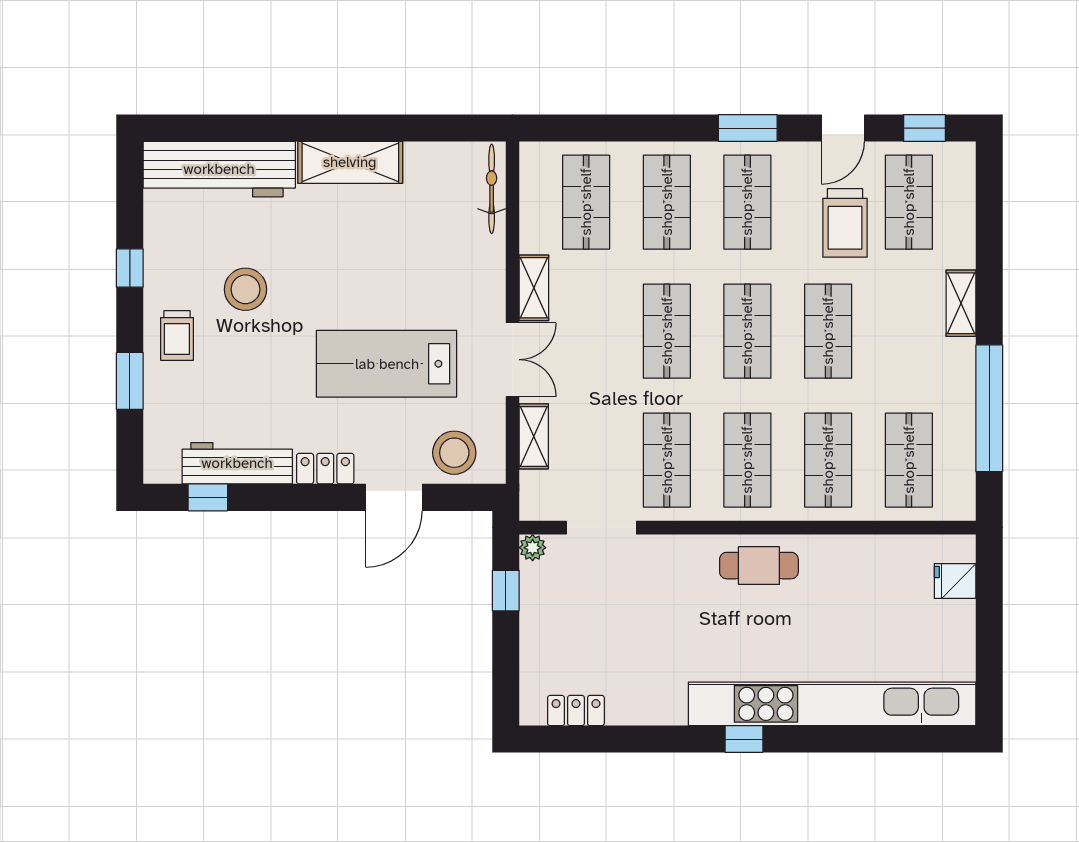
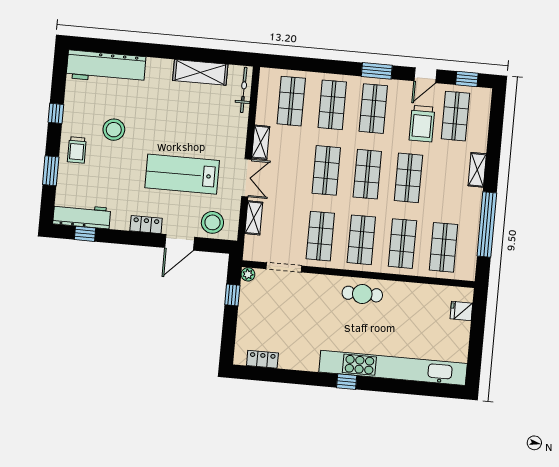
shelving: (350, 162) -> (200, 72), moved
workbench: (237, 463) -> (82, 216), moved

